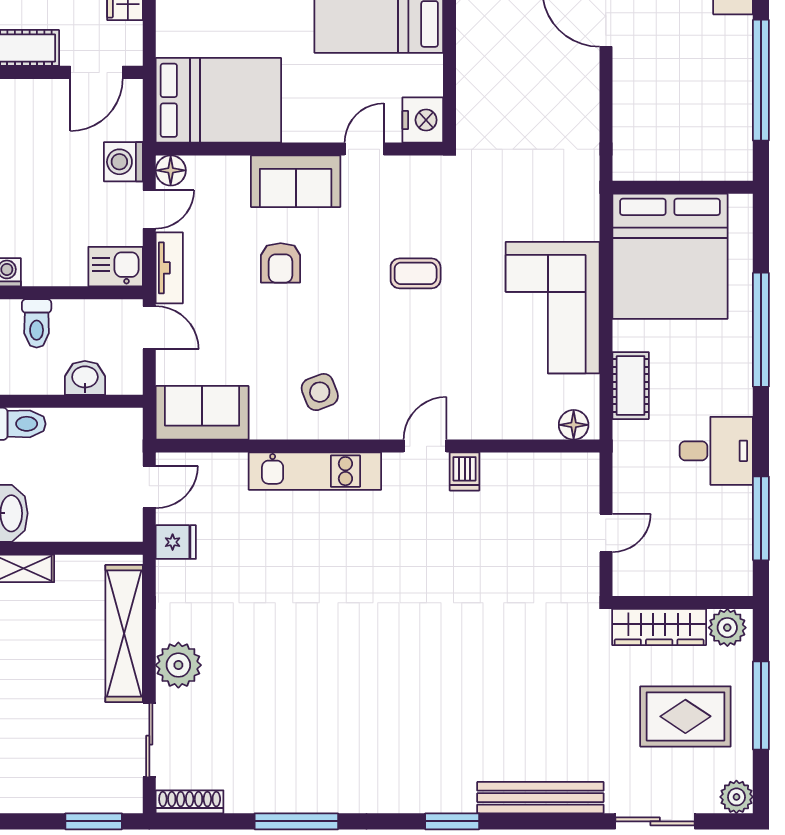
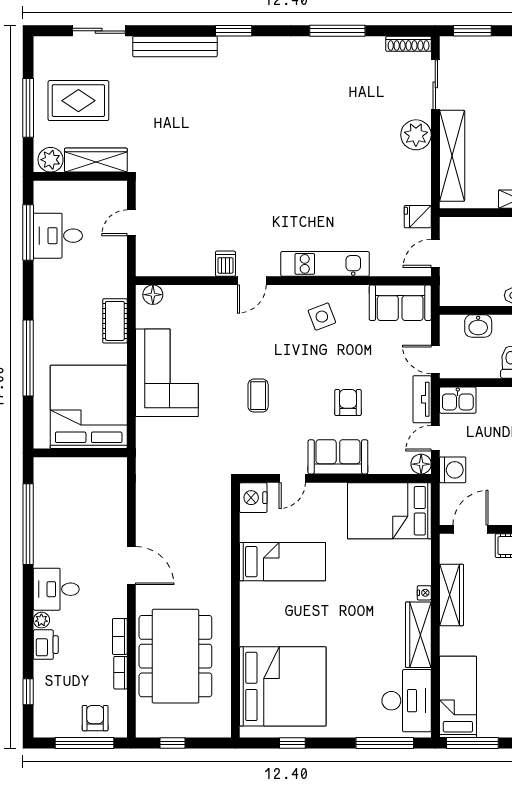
coffee table: (416, 273) -> (258, 396), turned 90
desk: (716, 451) -> (58, 236), moved
plant: (736, 797) -> (44, 47), removed

